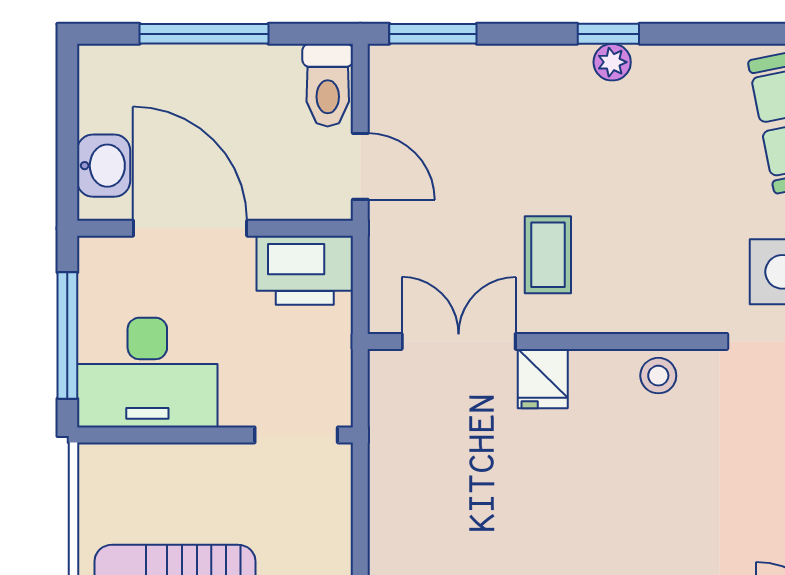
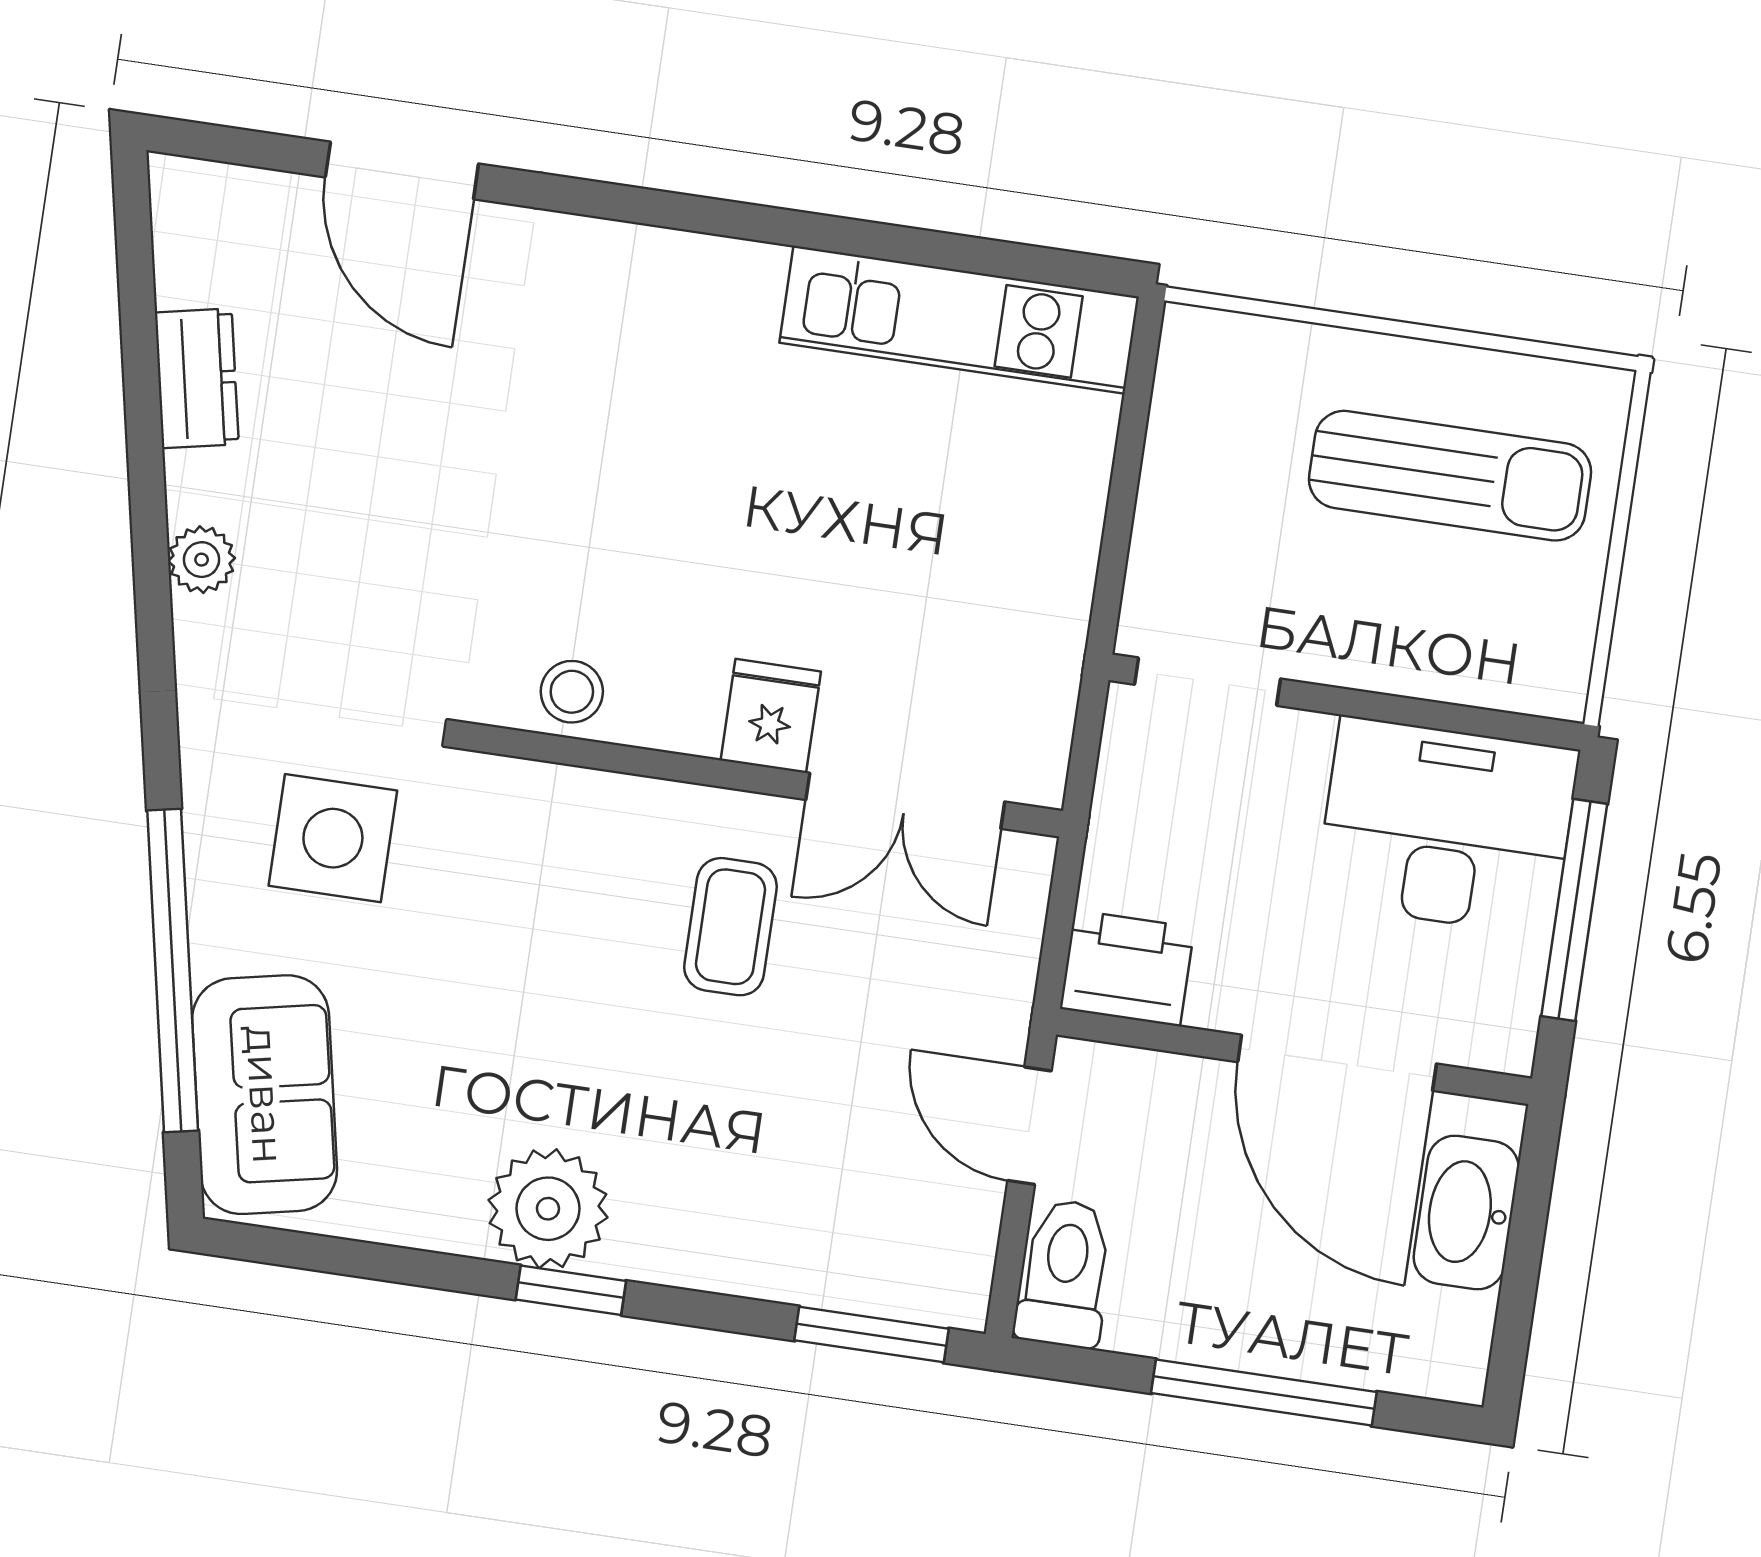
plant: (612, 62) -> (548, 1209), width x1.88, depth x1.88
washbasin: (104, 166) -> (1466, 1213), width x1.38
printer: (305, 270) -> (1127, 968), width x0.73, depth x0.84

